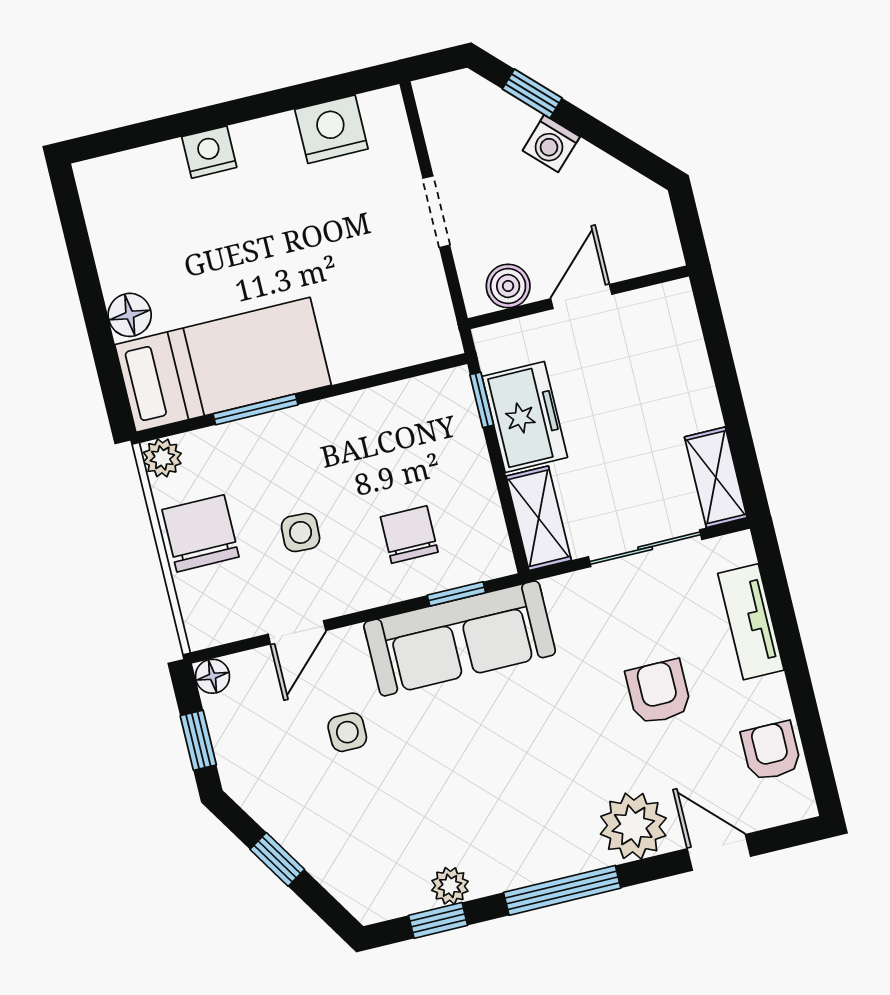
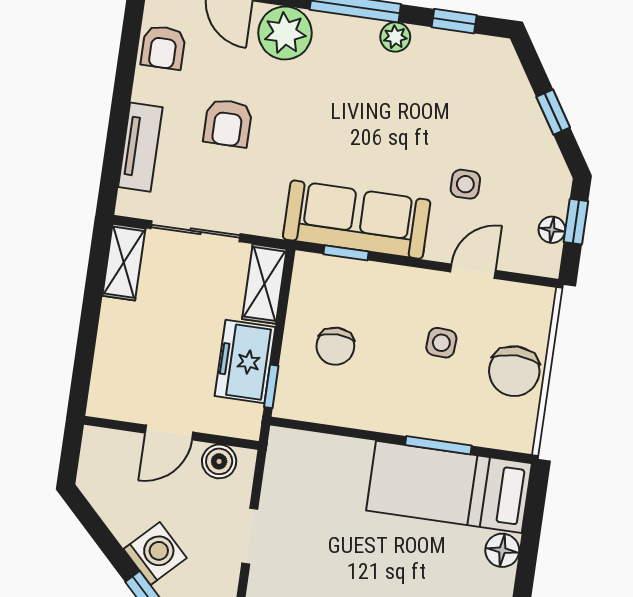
washing machine: (551, 144) -> (155, 554), width x1.38, depth x1.38
plant: (162, 458) -> (520, 437), removed
chair: (409, 535) -> (335, 346), moved
floor lamp: (212, 676) -> (552, 230), moved
plant: (450, 886) -> (395, 37), moved

